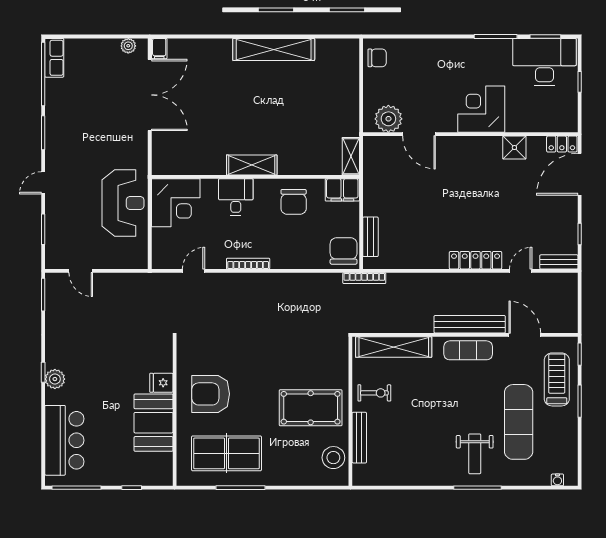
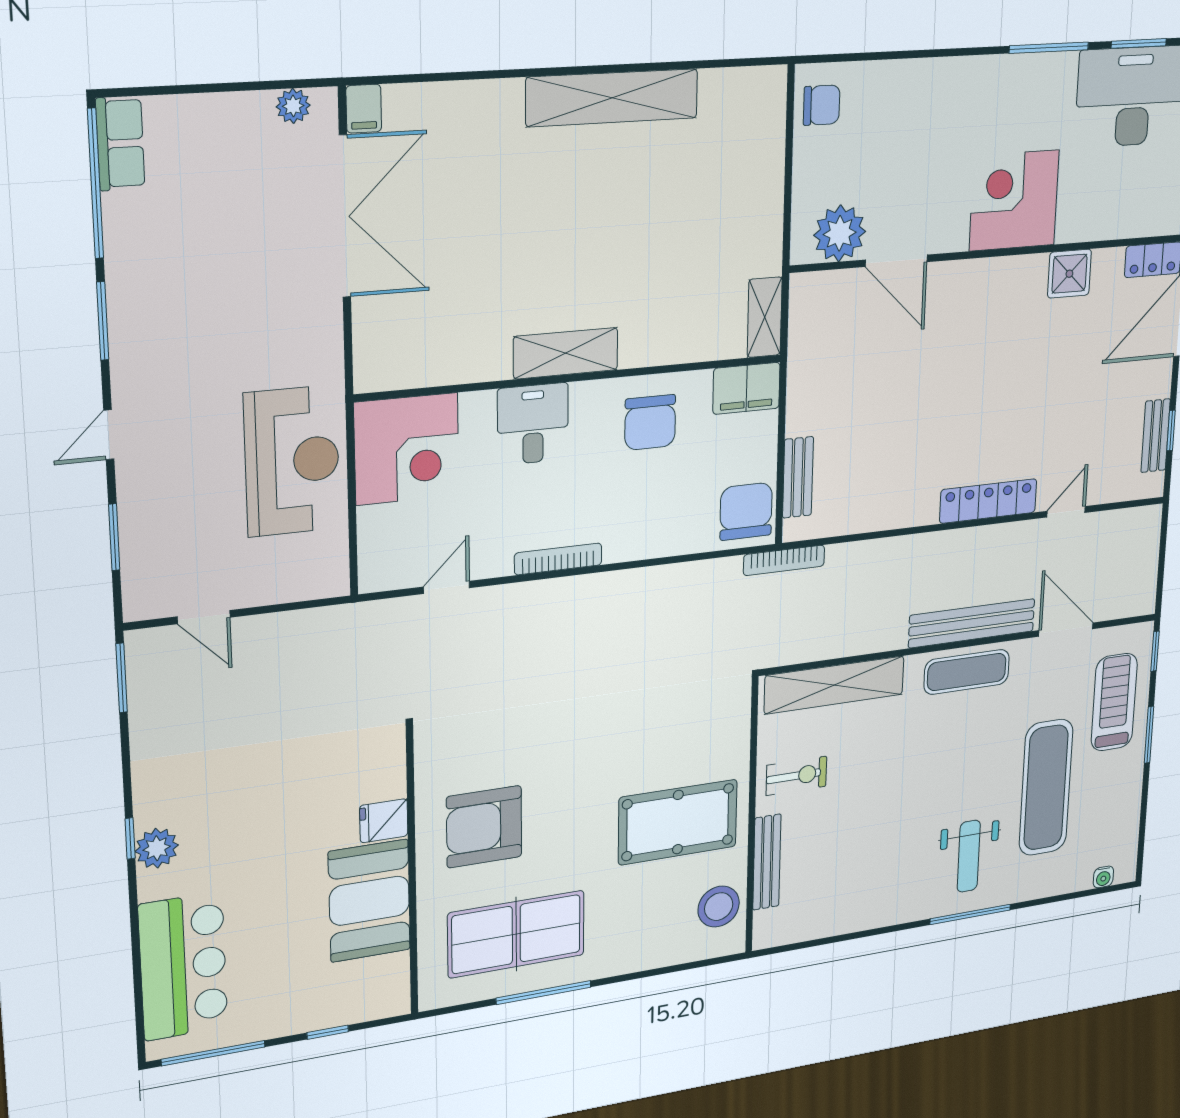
bench: (559, 262) -> (1156, 436), moved, turned 90

